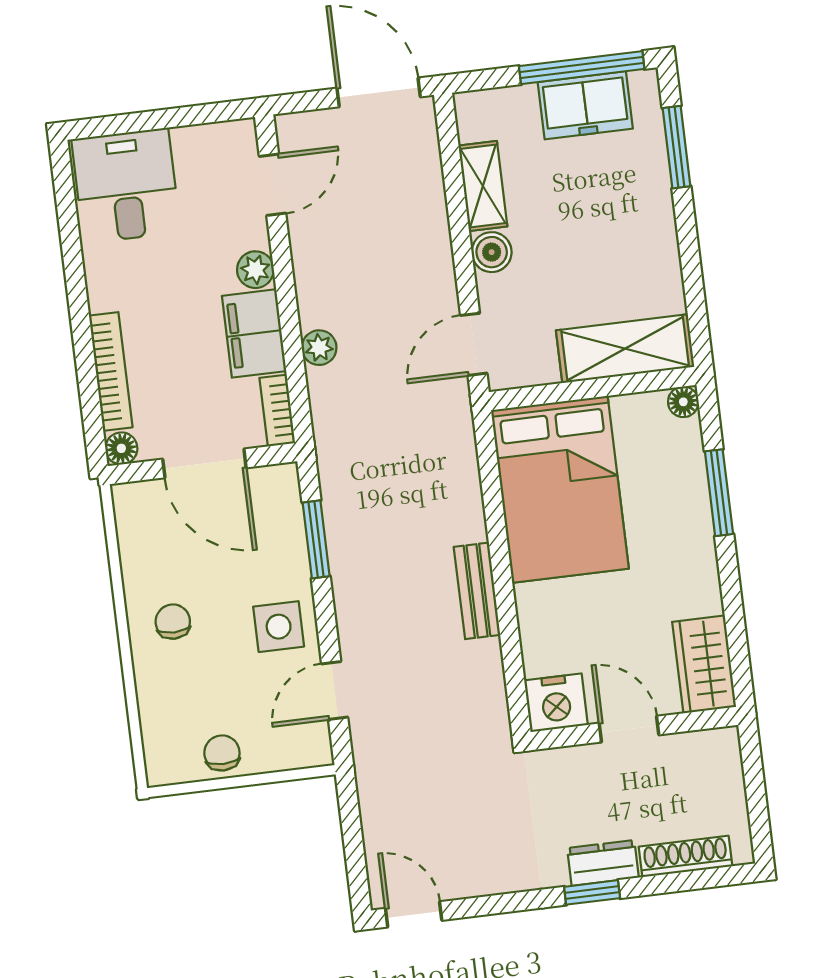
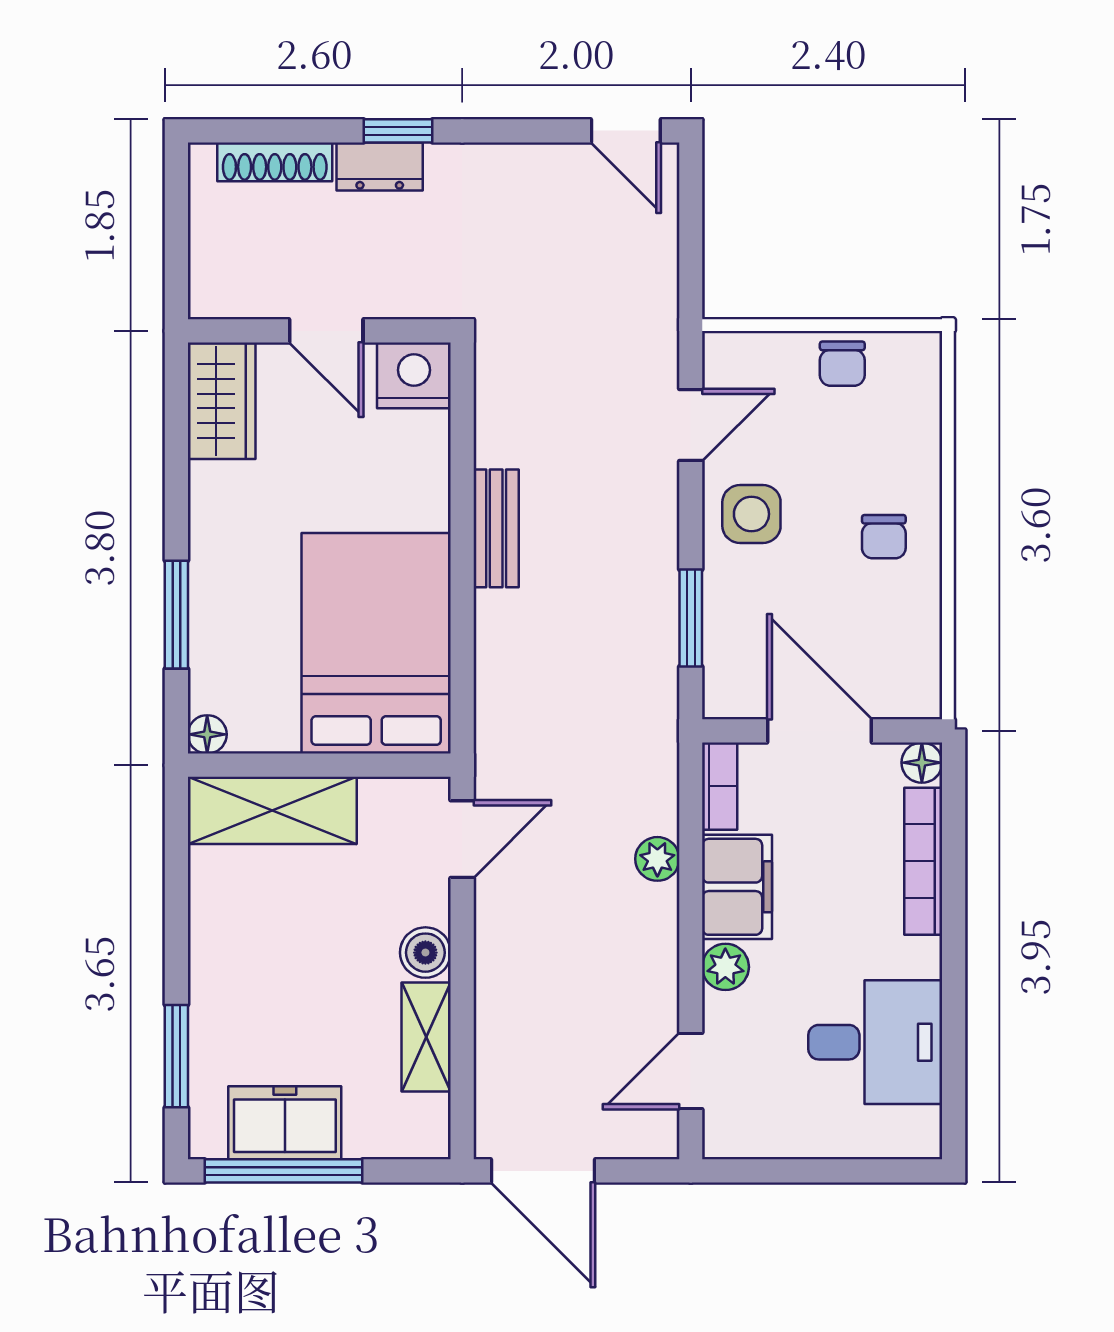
desk: (126, 186) -> (875, 1042), moved, turned -90

